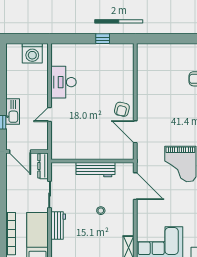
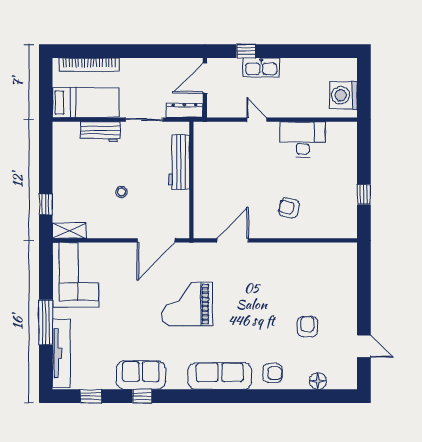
armchair: (122, 109) -> (289, 208), moved
workbench: (95, 170) -> (179, 162), moved

